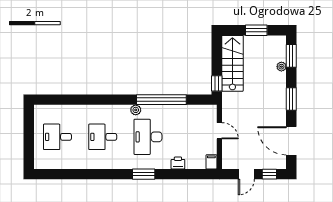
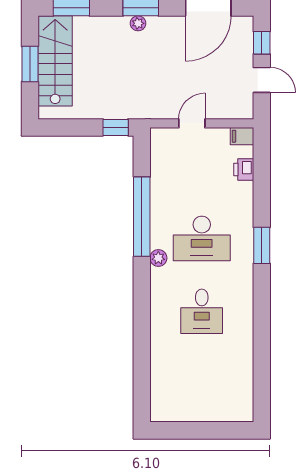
stairs: (232, 63) -> (55, 61), moved, turned 90
plant: (281, 67) -> (138, 23), moved
desk: (57, 137) -> (202, 384), removed
printer: (178, 163) -> (244, 170), moved

